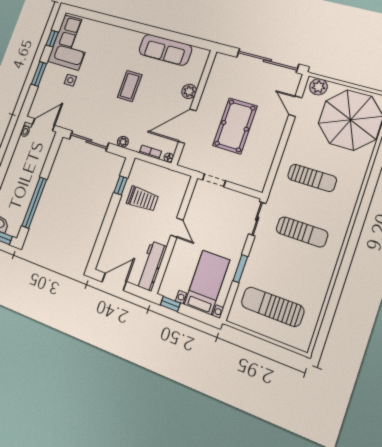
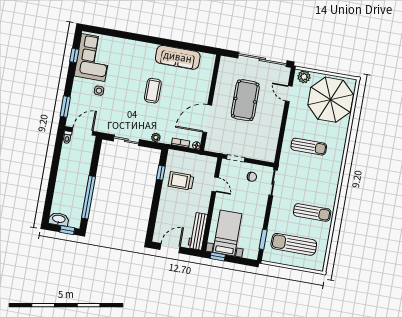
window: (39, 74) -> (65, 107), moved
plant: (189, 91) -> (204, 90), removed
pool table: (235, 126) -> (245, 100), moved
sliding door: (89, 141) -> (126, 140), width x0.73
trolley: (142, 199) -> (181, 181), turned 180
chair: (231, 207) -> (252, 177), added
door: (177, 228) -> (215, 184), moved
sun lounger: (302, 232) -> (312, 212), moved
window: (240, 269) -> (263, 239), moved
bed with nightstands: (207, 282) -> (227, 233), moved

